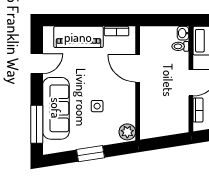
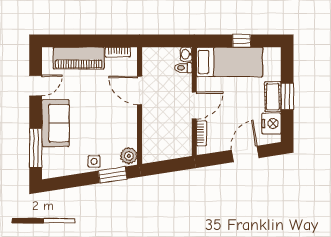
side table: (97, 106) -> (94, 161), moved
sofa: (56, 108) -> (55, 123), width x0.73
window: (90, 154) -> (112, 175), moved

